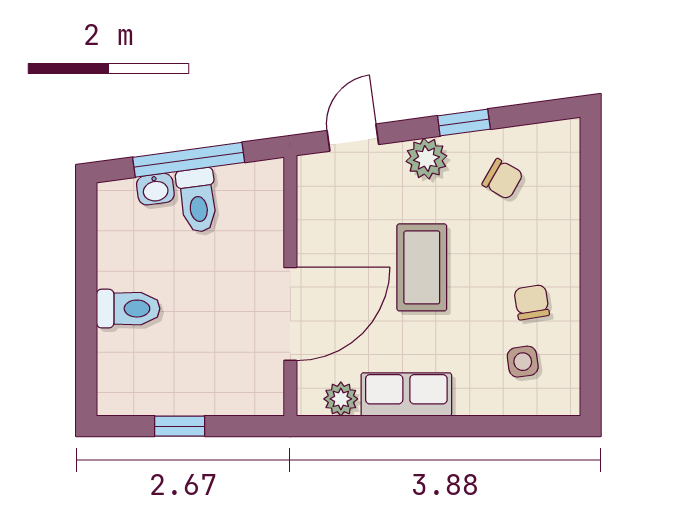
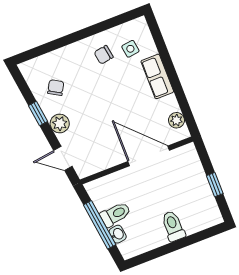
coffee table: (422, 267) -> (107, 107), removed
row of seats: (406, 394) -> (157, 76), moved

